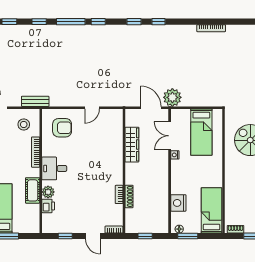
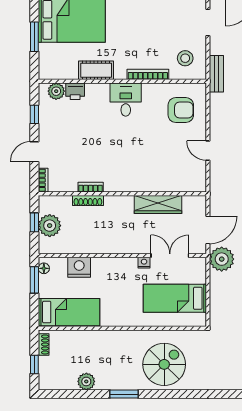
armchair: (62, 128) -> (181, 110), turned -90
plant: (48, 192) -> (56, 91), moved
plant: (148, 225) -> (50, 226), added

